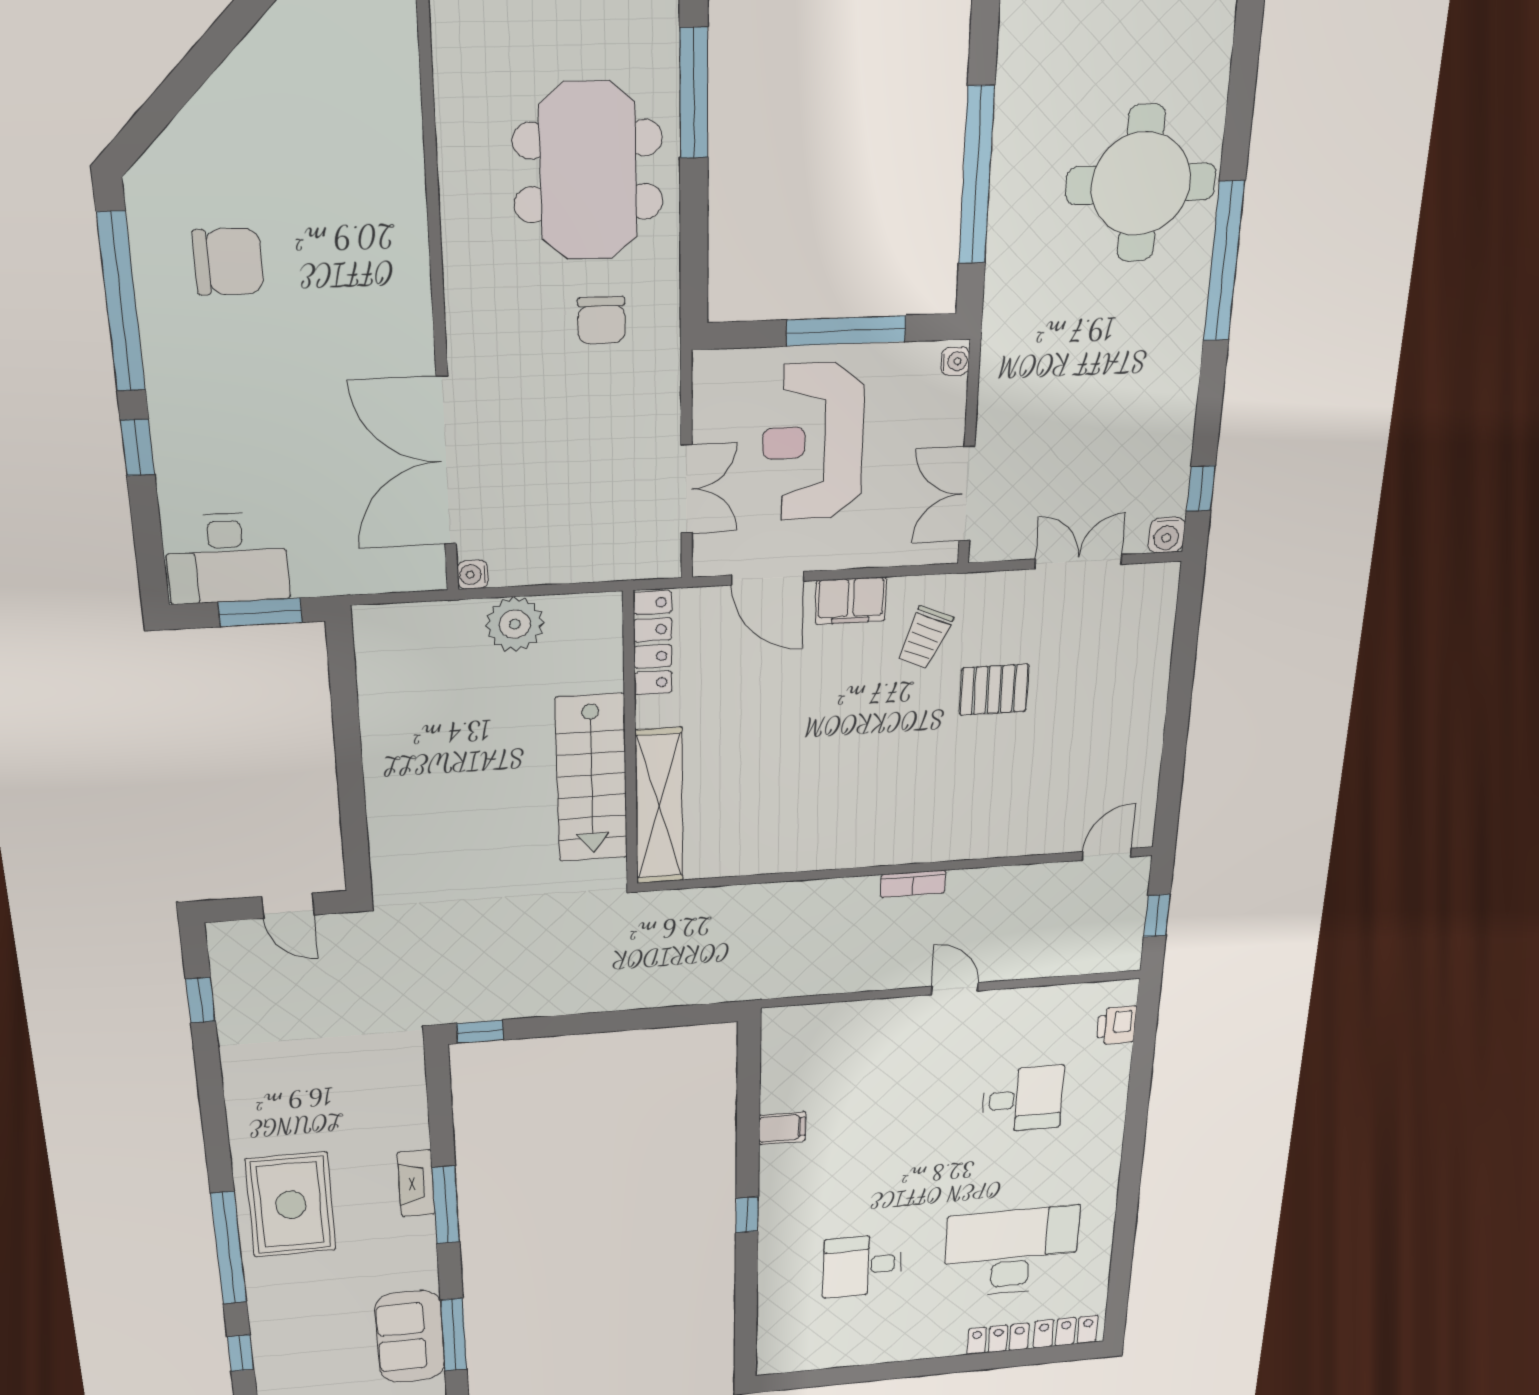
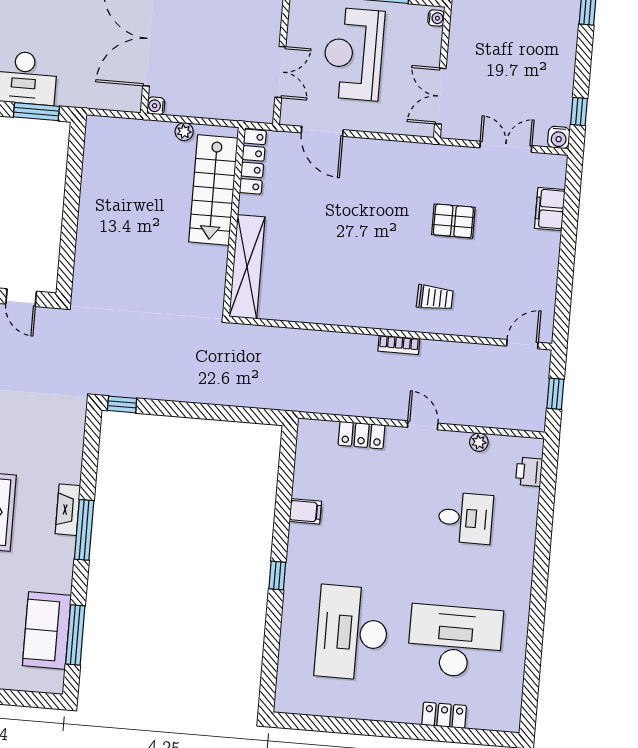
filing cabinet: (851, 601) -> (550, 209), moved, turned 90
plant: (515, 624) -> (184, 132), width x0.53, depth x0.53
trolley: (925, 638) -> (435, 298), moved, turned -111
stairs: (592, 778) -> (213, 190), moved
plant: (1041, 998) -> (479, 442), added
desk: (862, 1266) -> (352, 633), width x1.87, depth x1.30
locker: (1066, 1332) -> (362, 435), moved, turned 180

